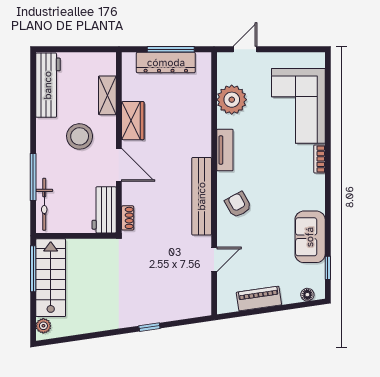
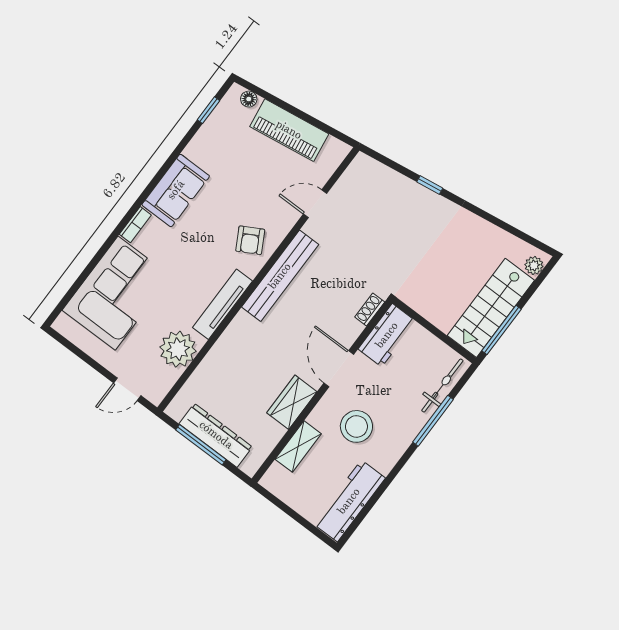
tv unit: (225, 150) -> (222, 304), width x1.41
sofa: (310, 237) -> (176, 190), moved
piano: (259, 299) -> (289, 130), width x1.37, depth x1.33

